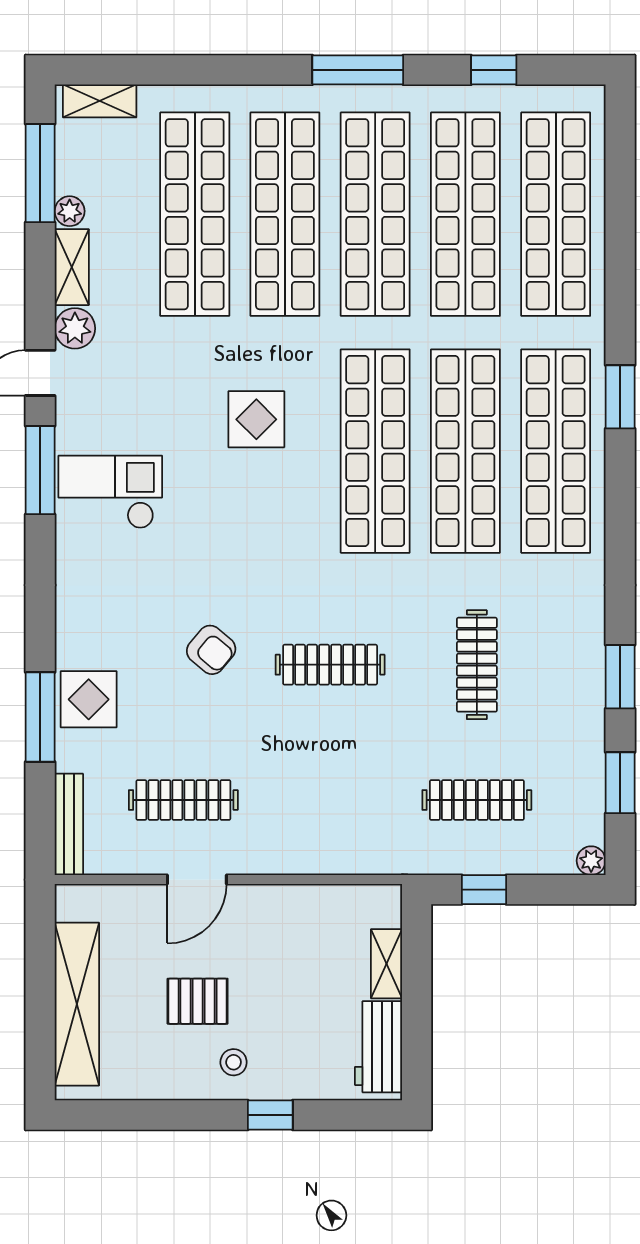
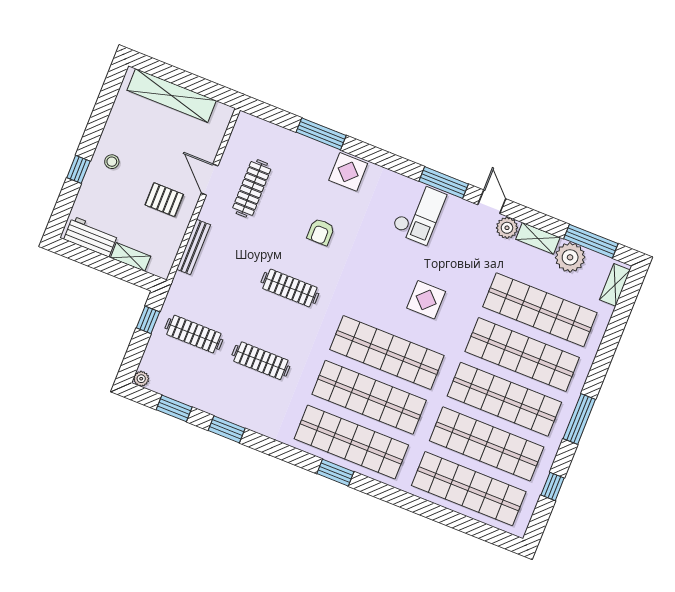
plant: (70, 211) -> (570, 257), width x1.88, depth x1.88
window: (620, 397) -> (335, 473), moved
armchair: (211, 650) -> (321, 232), turned -40
clothes rail: (330, 665) -> (290, 288), turned 90
display table: (89, 699) -> (348, 172), moved
clothes rail: (477, 800) -> (194, 334), turned 90
bench: (69, 824) -> (193, 247), moved, turned 90
pallet: (198, 1001) -> (164, 200), moved, turned 90

